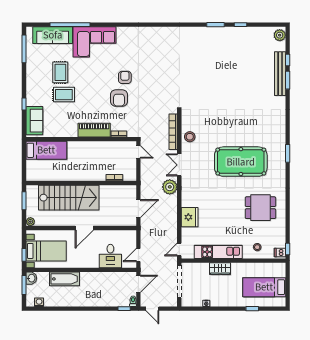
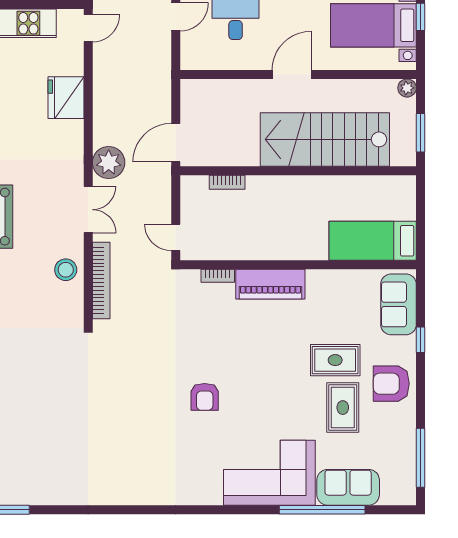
sofa: (53, 35) -> (348, 487), width x0.73
armchair: (119, 98) -> (391, 384), moved, turned -90
door: (138, 209) -> (176, 143), moved

